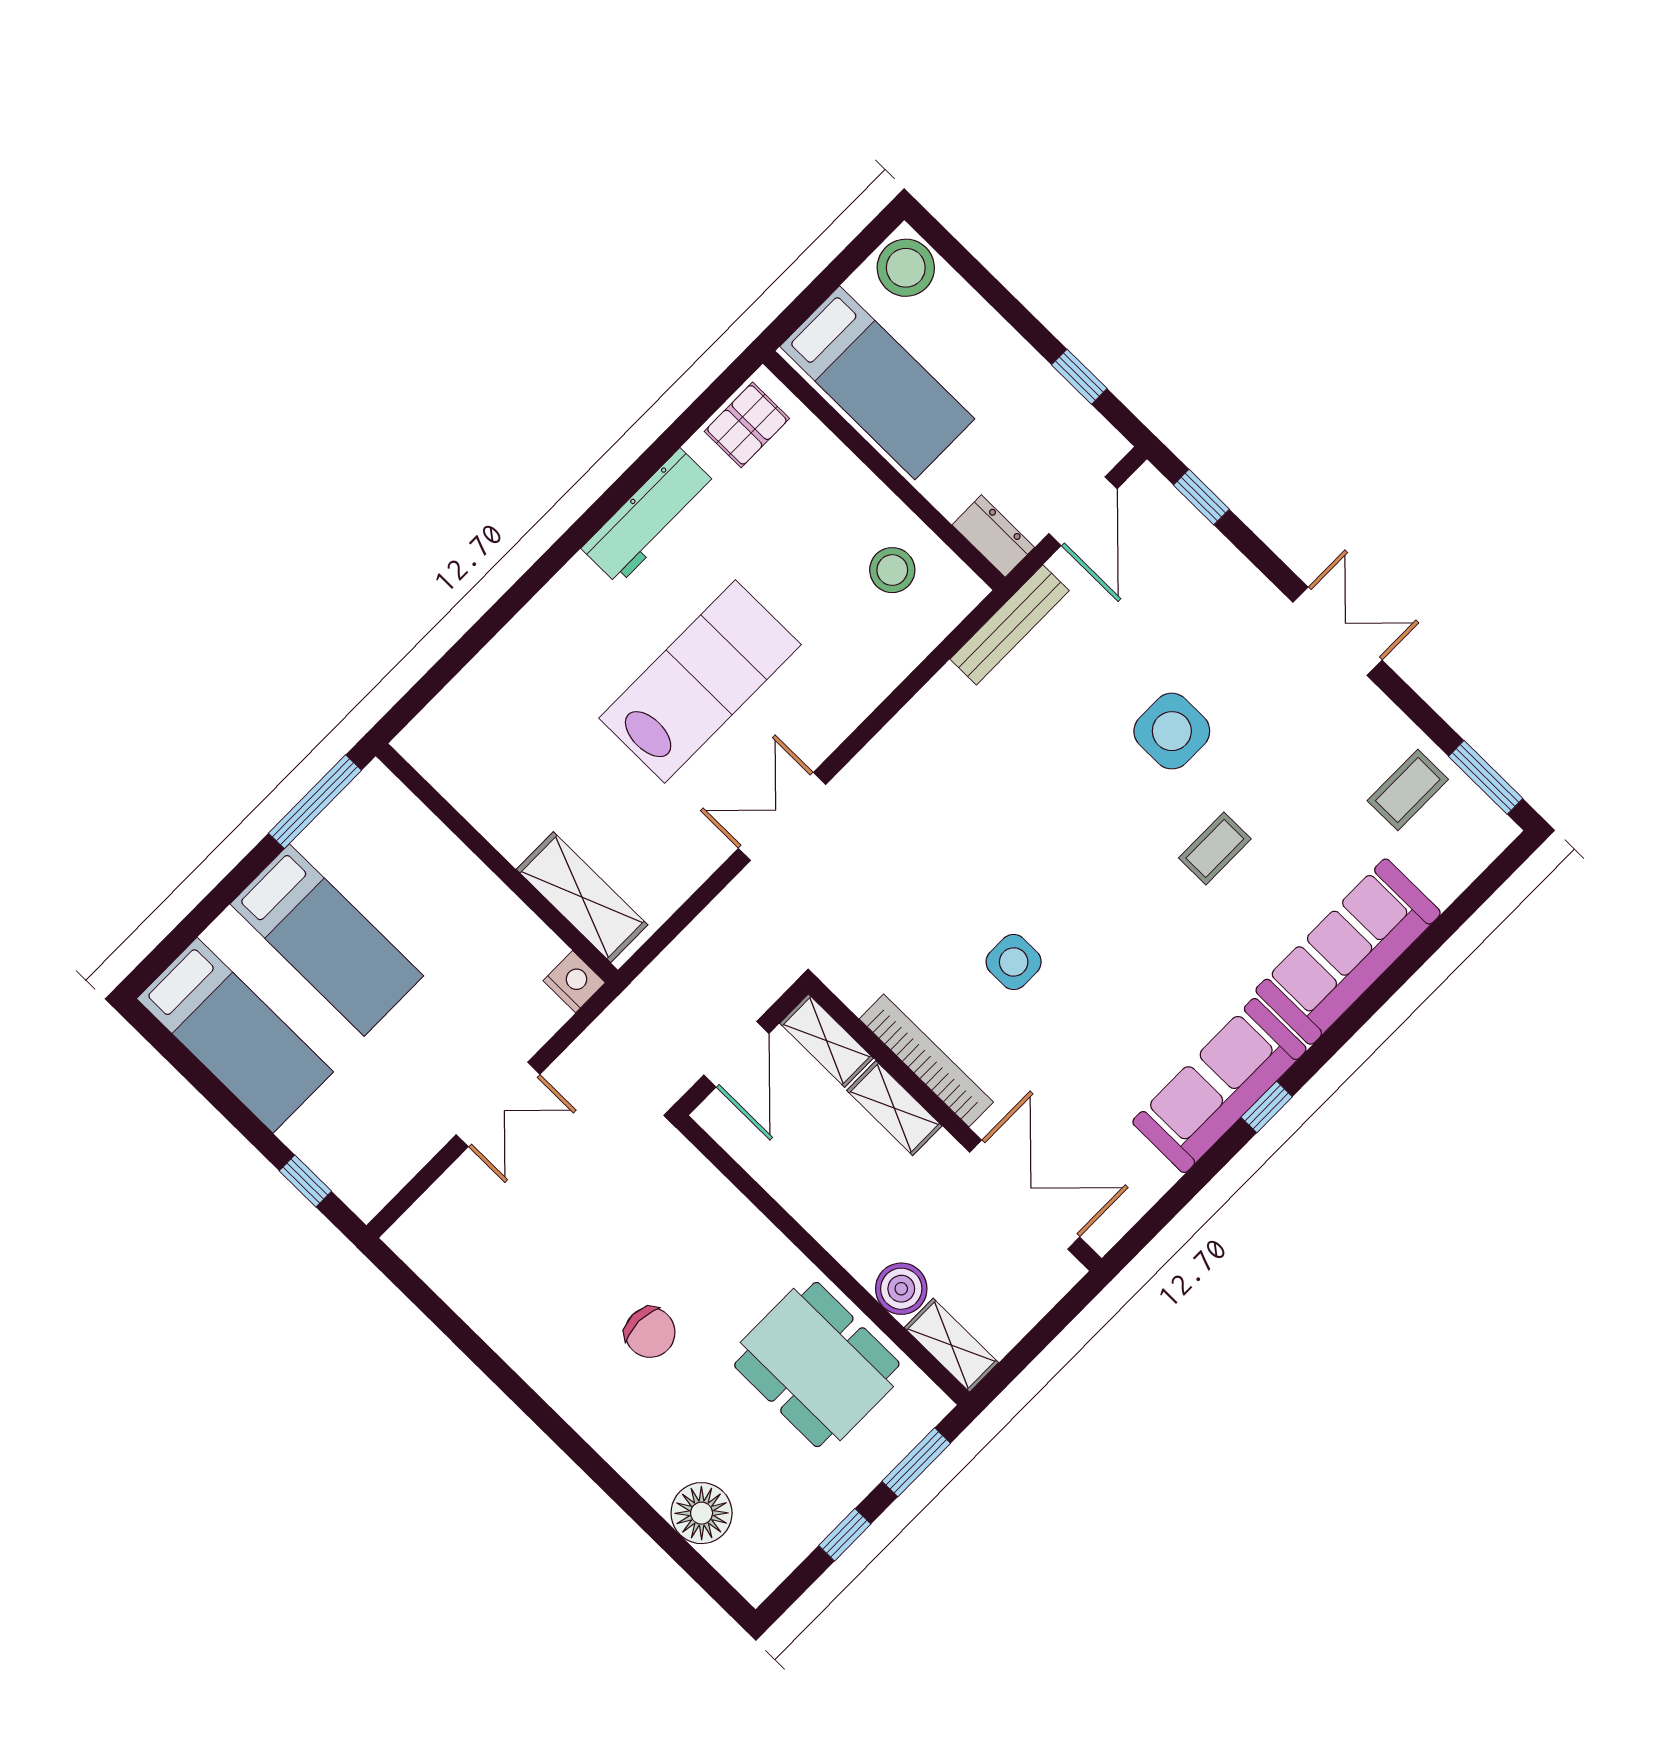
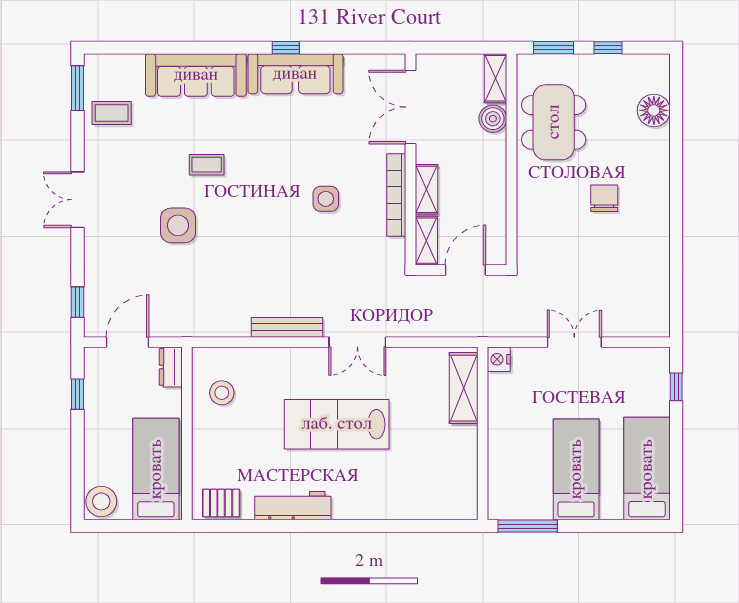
bench: (1010, 625) -> (287, 327), moved

